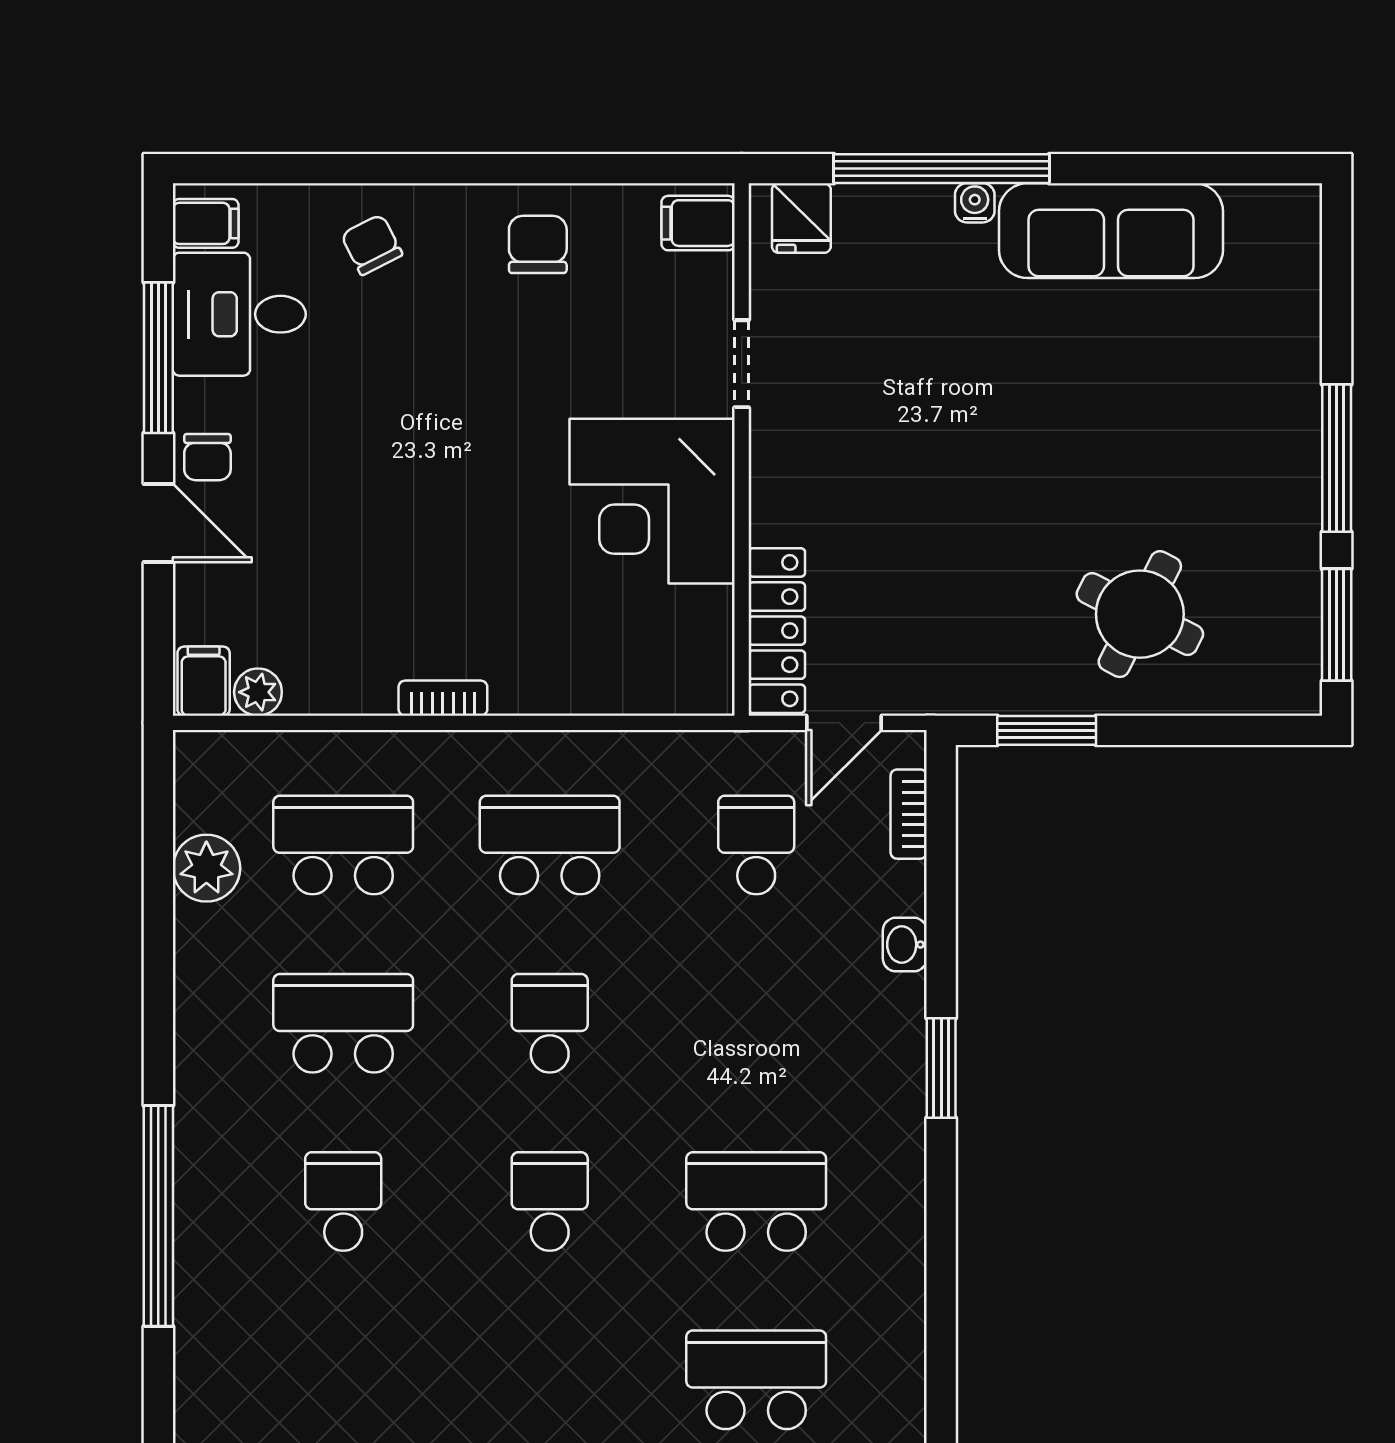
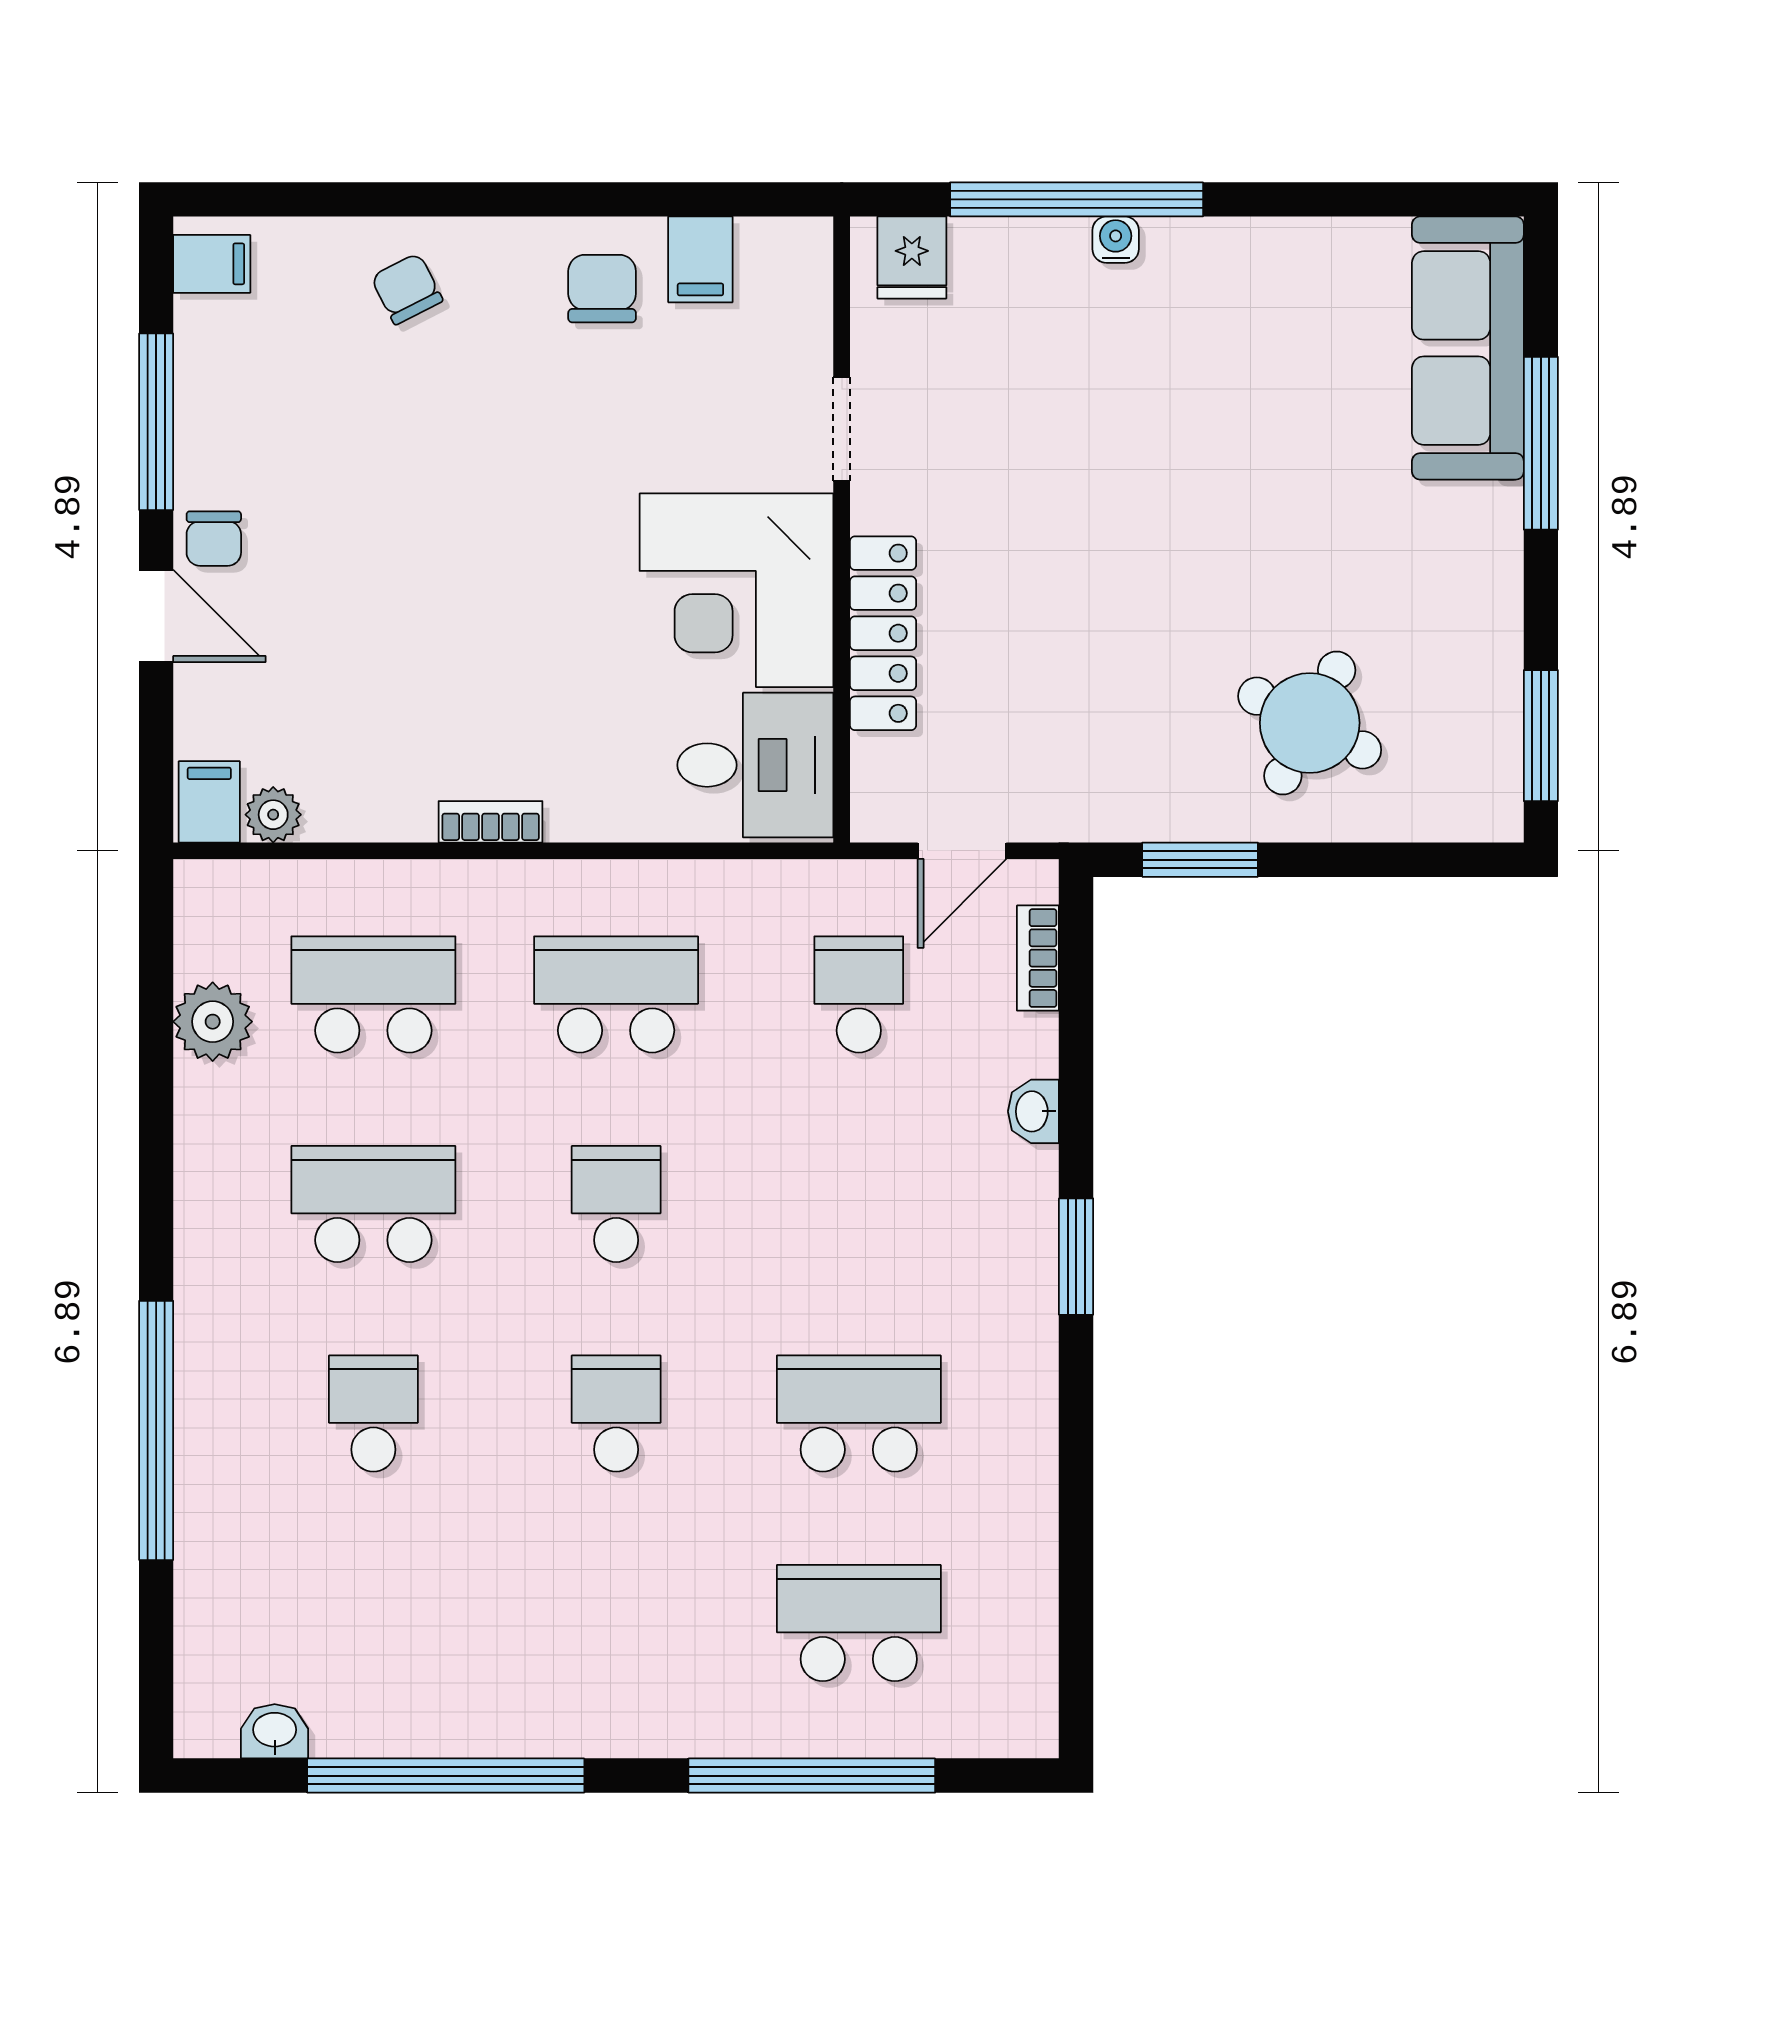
filing cabinet: (698, 223) -> (700, 259), moved, turned -90
sofa: (1111, 231) -> (1468, 348), moved, turned 90
desk: (239, 314) -> (755, 765), moved, turned 180
window: (1337, 458) -> (1541, 443), moved
locker: (777, 631) -> (883, 633), moved

